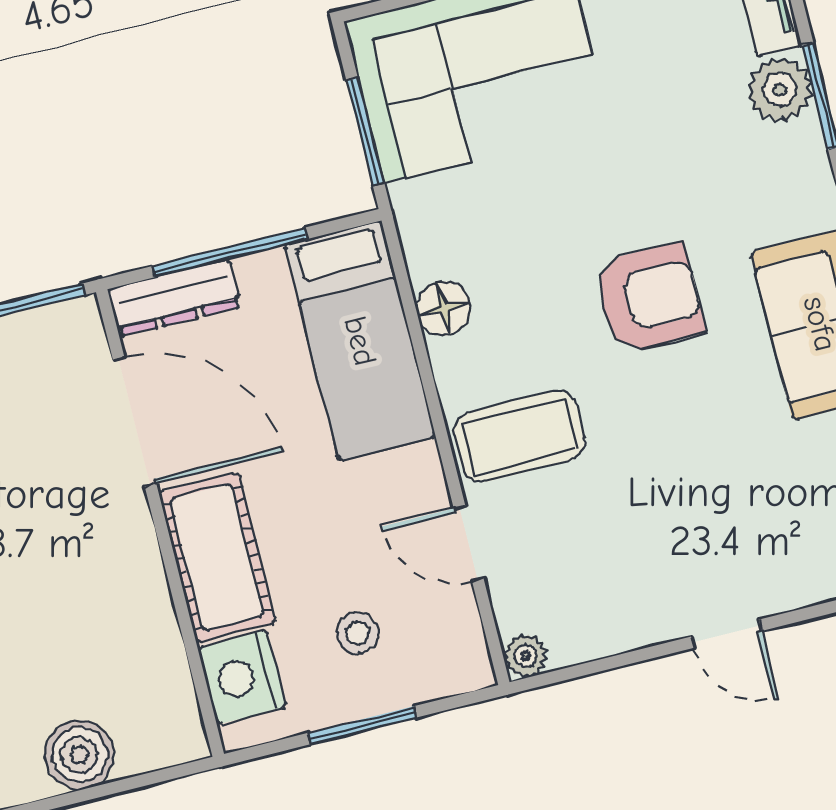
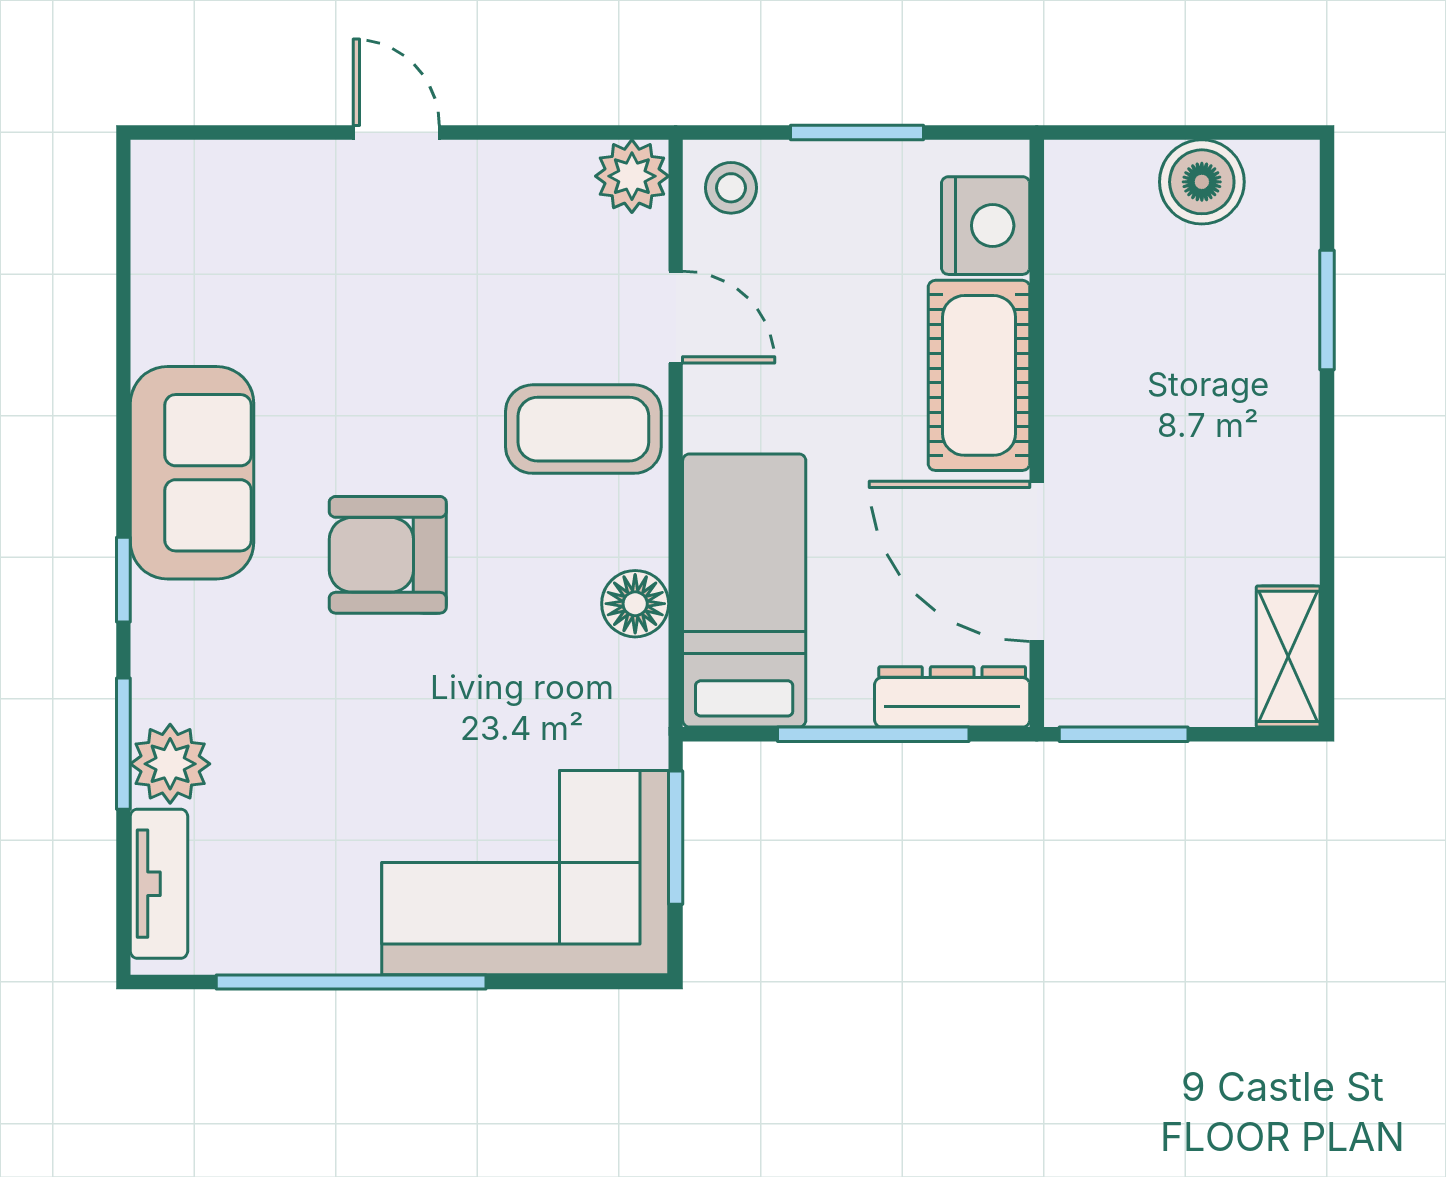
stool: (357, 633) -> (731, 188), moved
plant: (525, 656) -> (632, 176), width x1.38, depth x1.38

